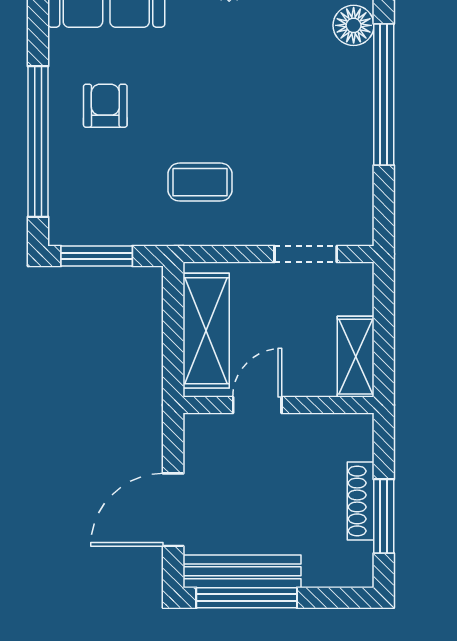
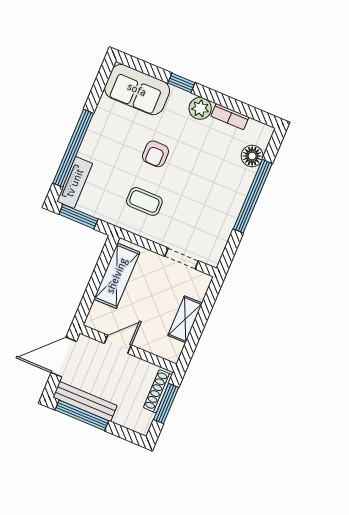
armchair: (105, 106) -> (155, 154), moved, turned 180
tv unit: (66, 200) -> (75, 183), added
door: (257, 405) -> (118, 344), moved
wall: (278, 405) -> (128, 349), moved

